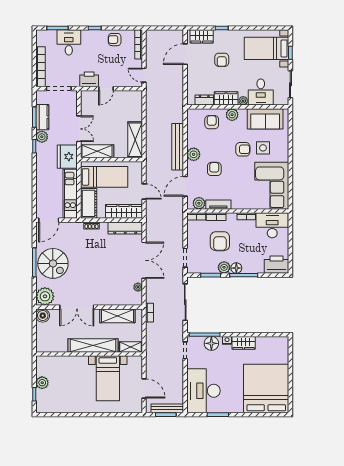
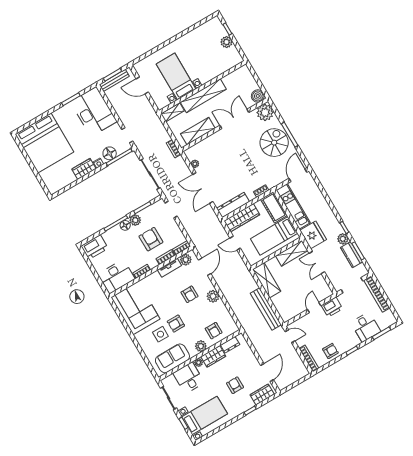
bench: (178, 147) -> (266, 309), moved
spiral stairs: (53, 263) -> (274, 143), turned 90

